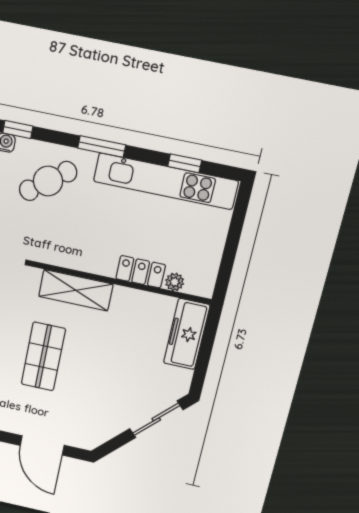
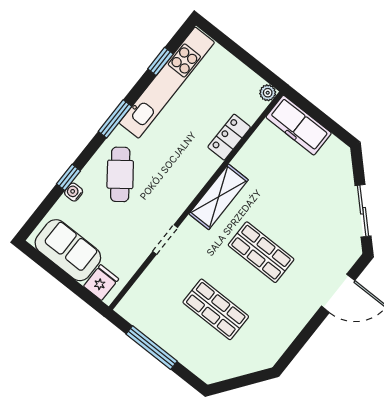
plant: (175, 282) -> (268, 93), moved
sliding door: (156, 419) -> (363, 211), moved

